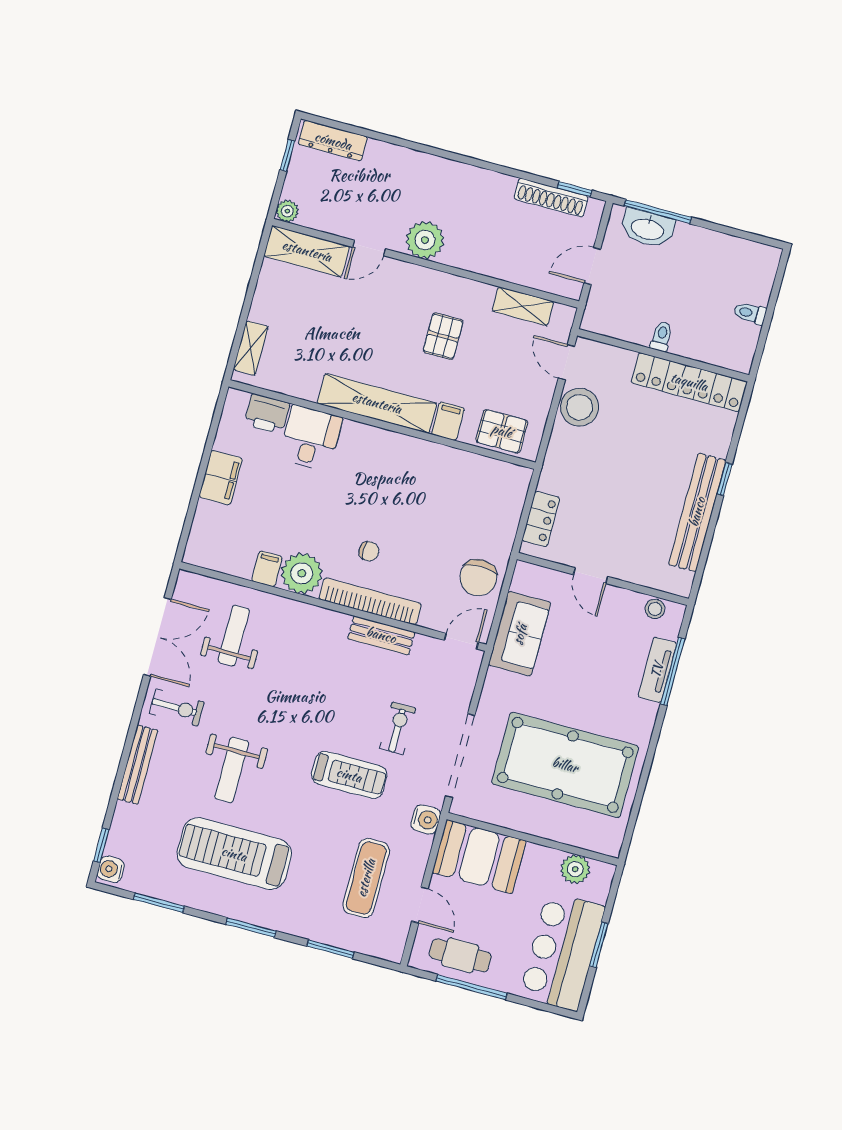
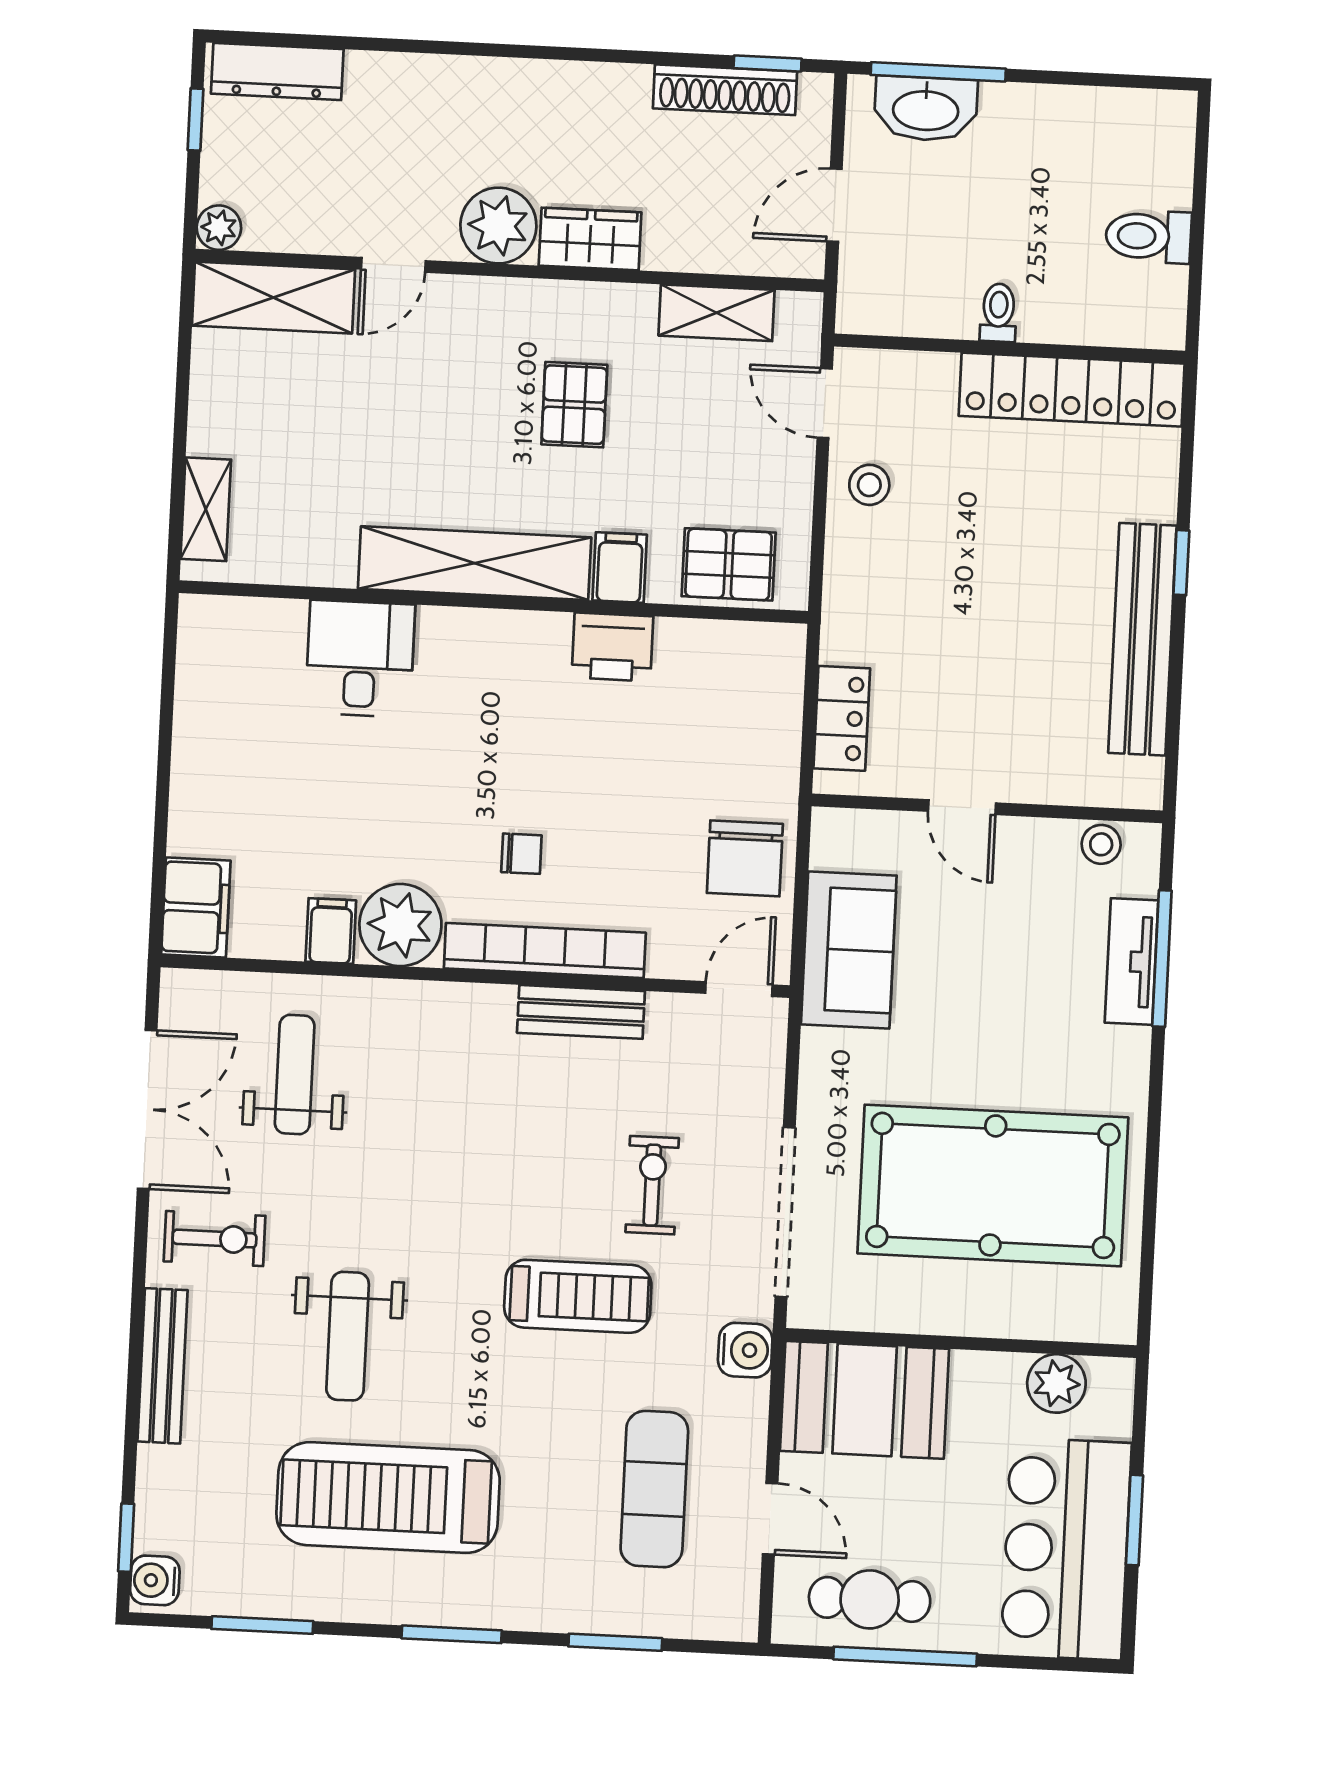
wardrobe: (469, 256) -> (590, 239), added
toilet: (750, 313) -> (1148, 236), width x1.37, depth x1.39
stool: (580, 407) -> (869, 485), width x0.53, depth x0.53
printer: (267, 414) -> (612, 647), moved
filing cabinet: (221, 478) -> (196, 908), moved

